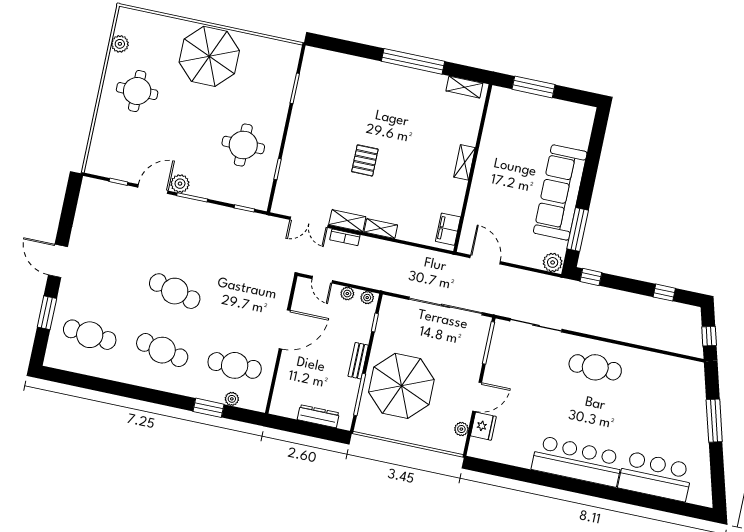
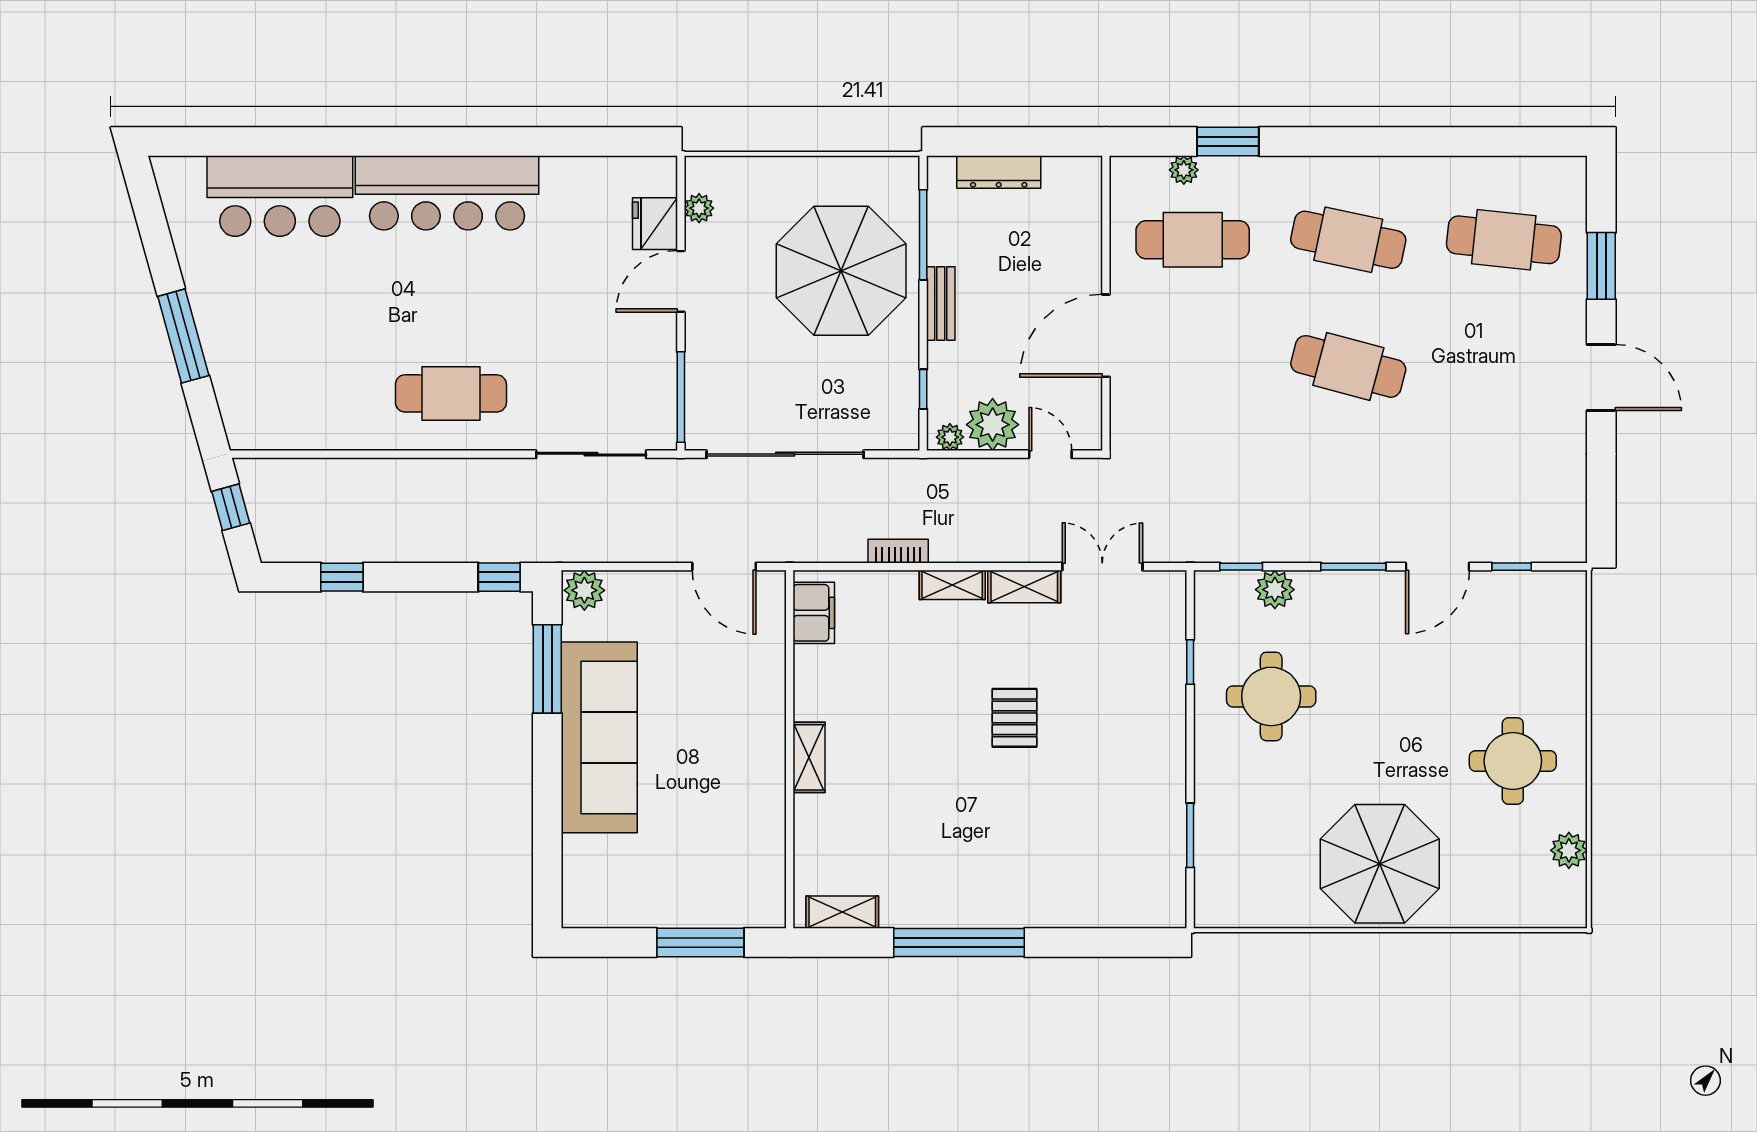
plant: (180, 184) -> (1275, 590), moved
bookcase: (345, 237) -> (898, 551), moved
plant: (347, 294) -> (993, 425), width x1.88, depth x1.88

